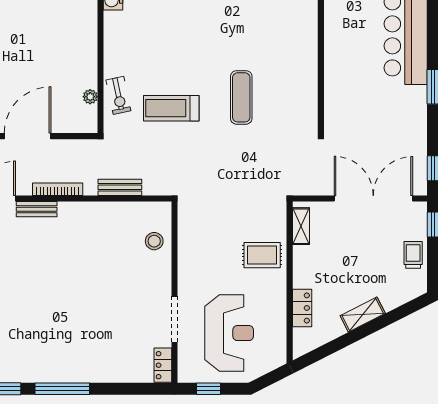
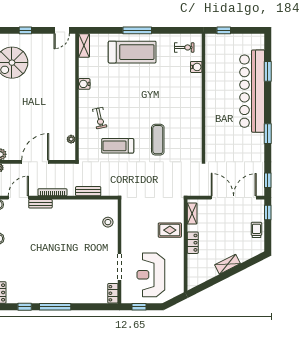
exercise bike: (118, 95) -> (100, 118), moved
locker: (302, 308) -> (193, 243), moved
reception desk: (229, 333) -> (151, 275), turned 180

